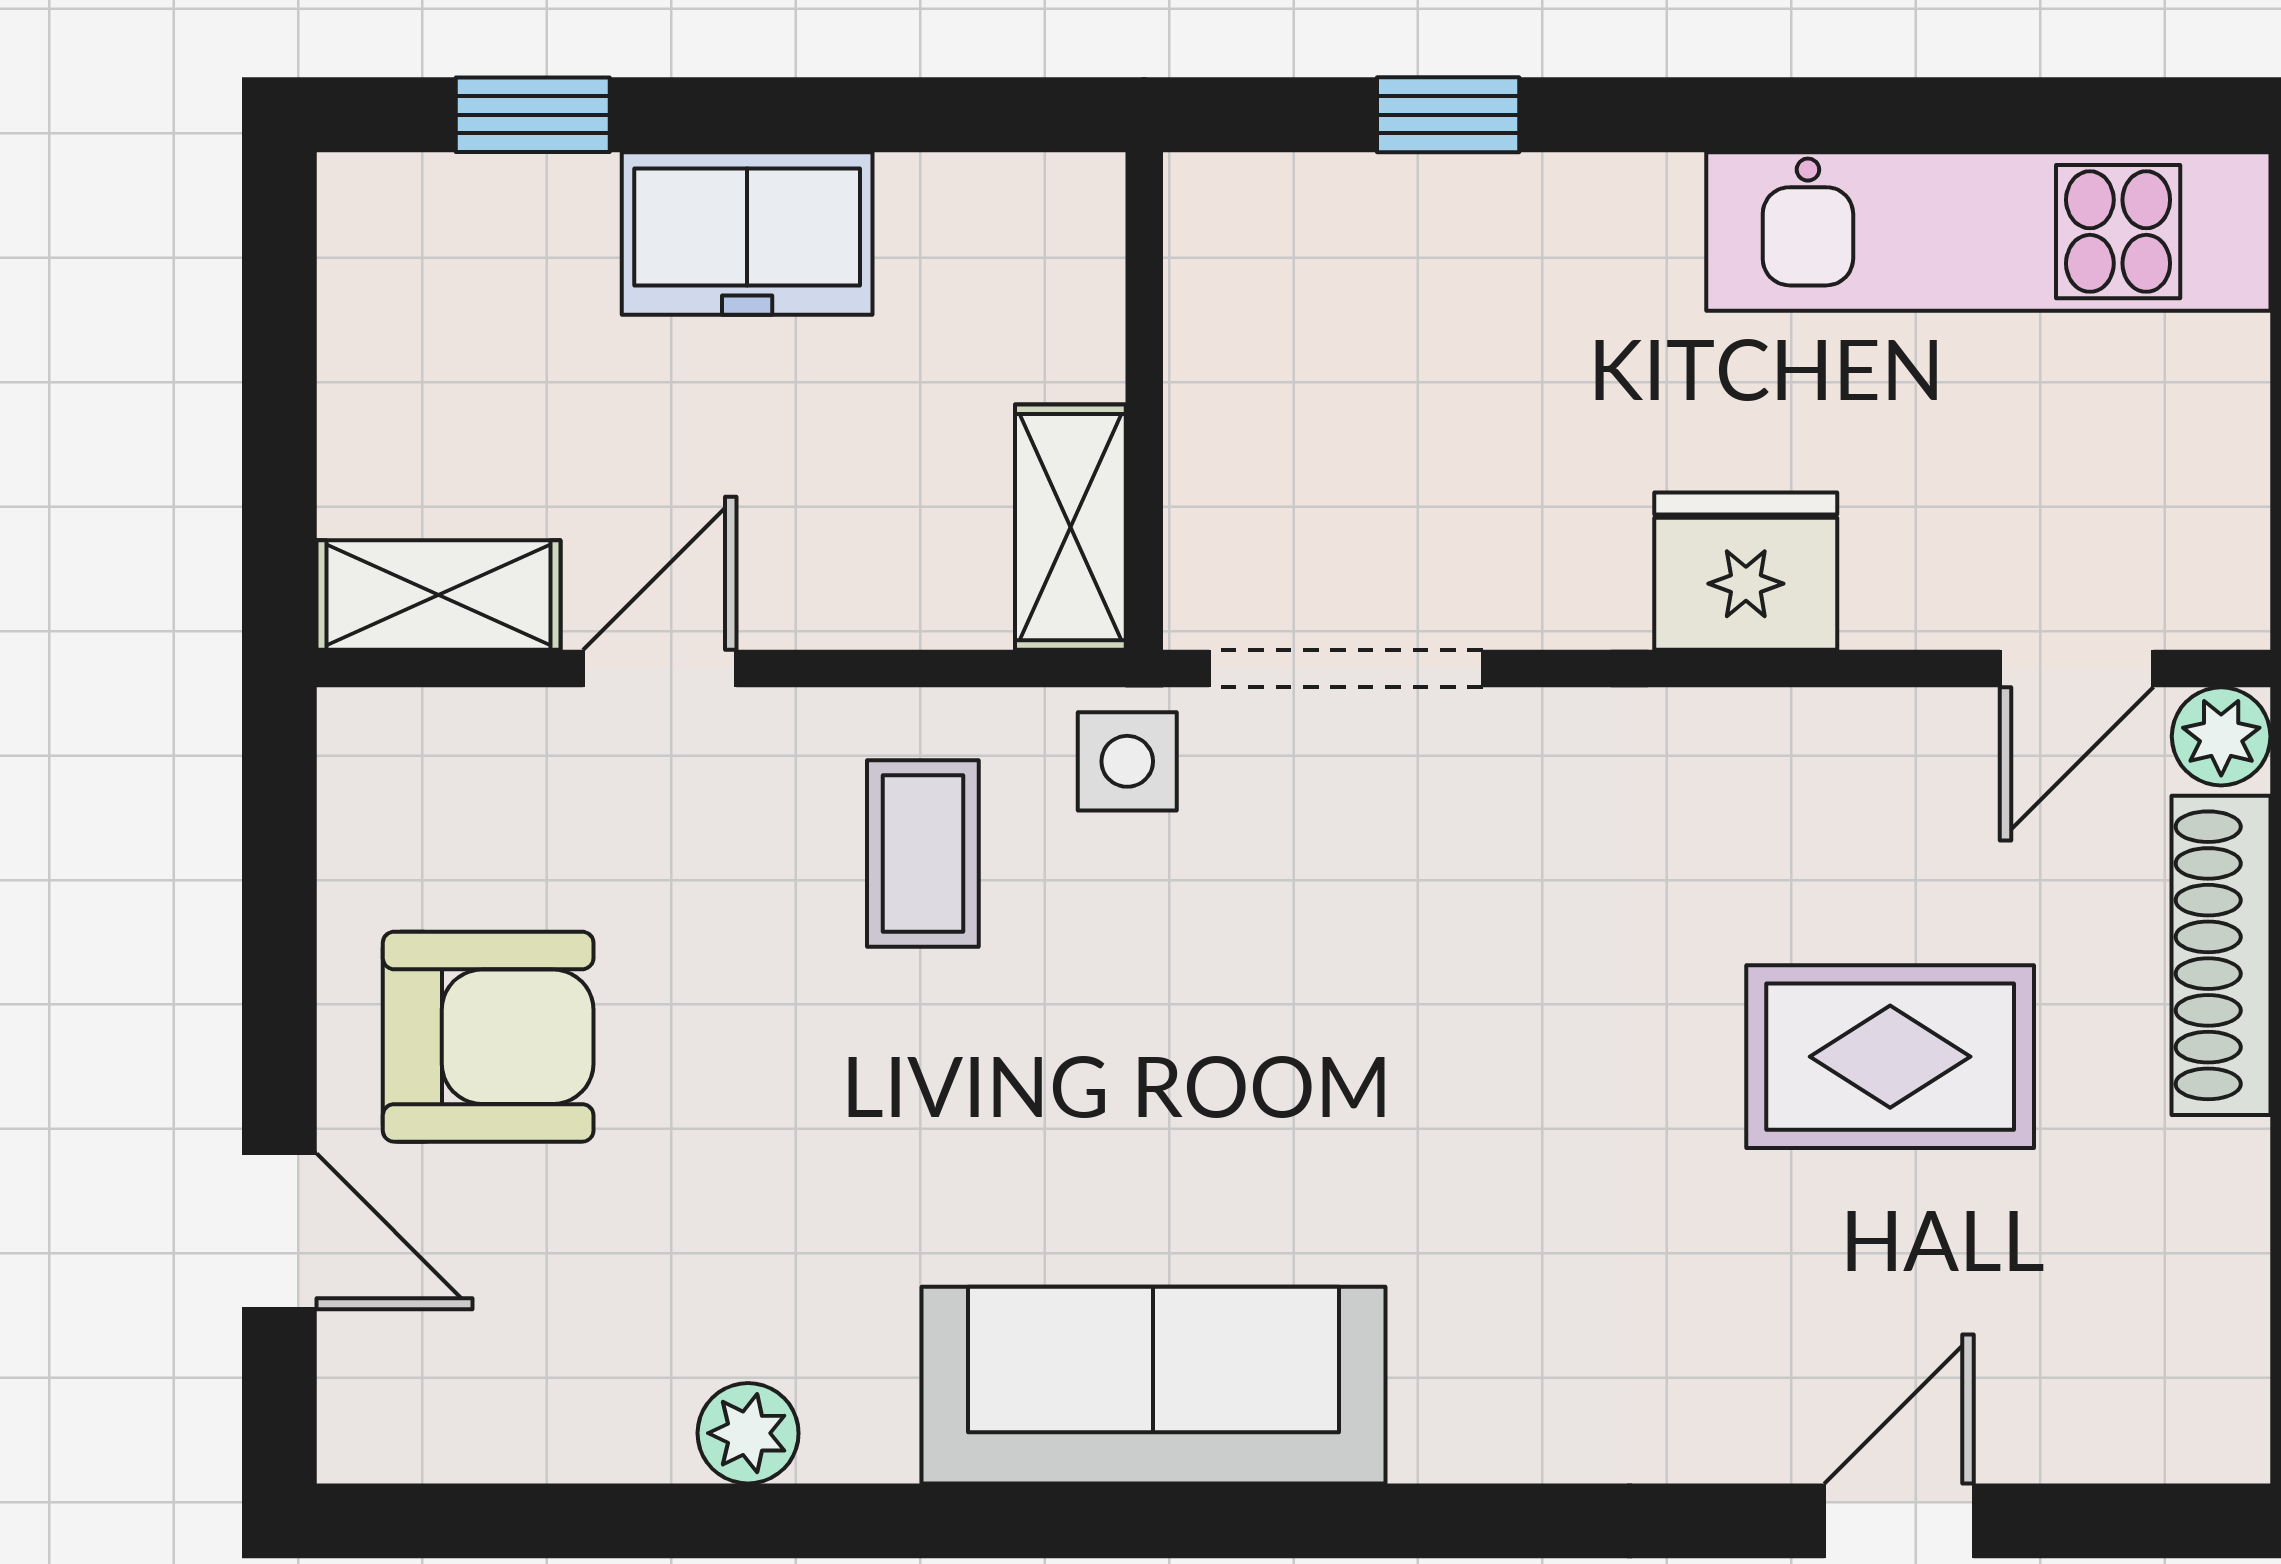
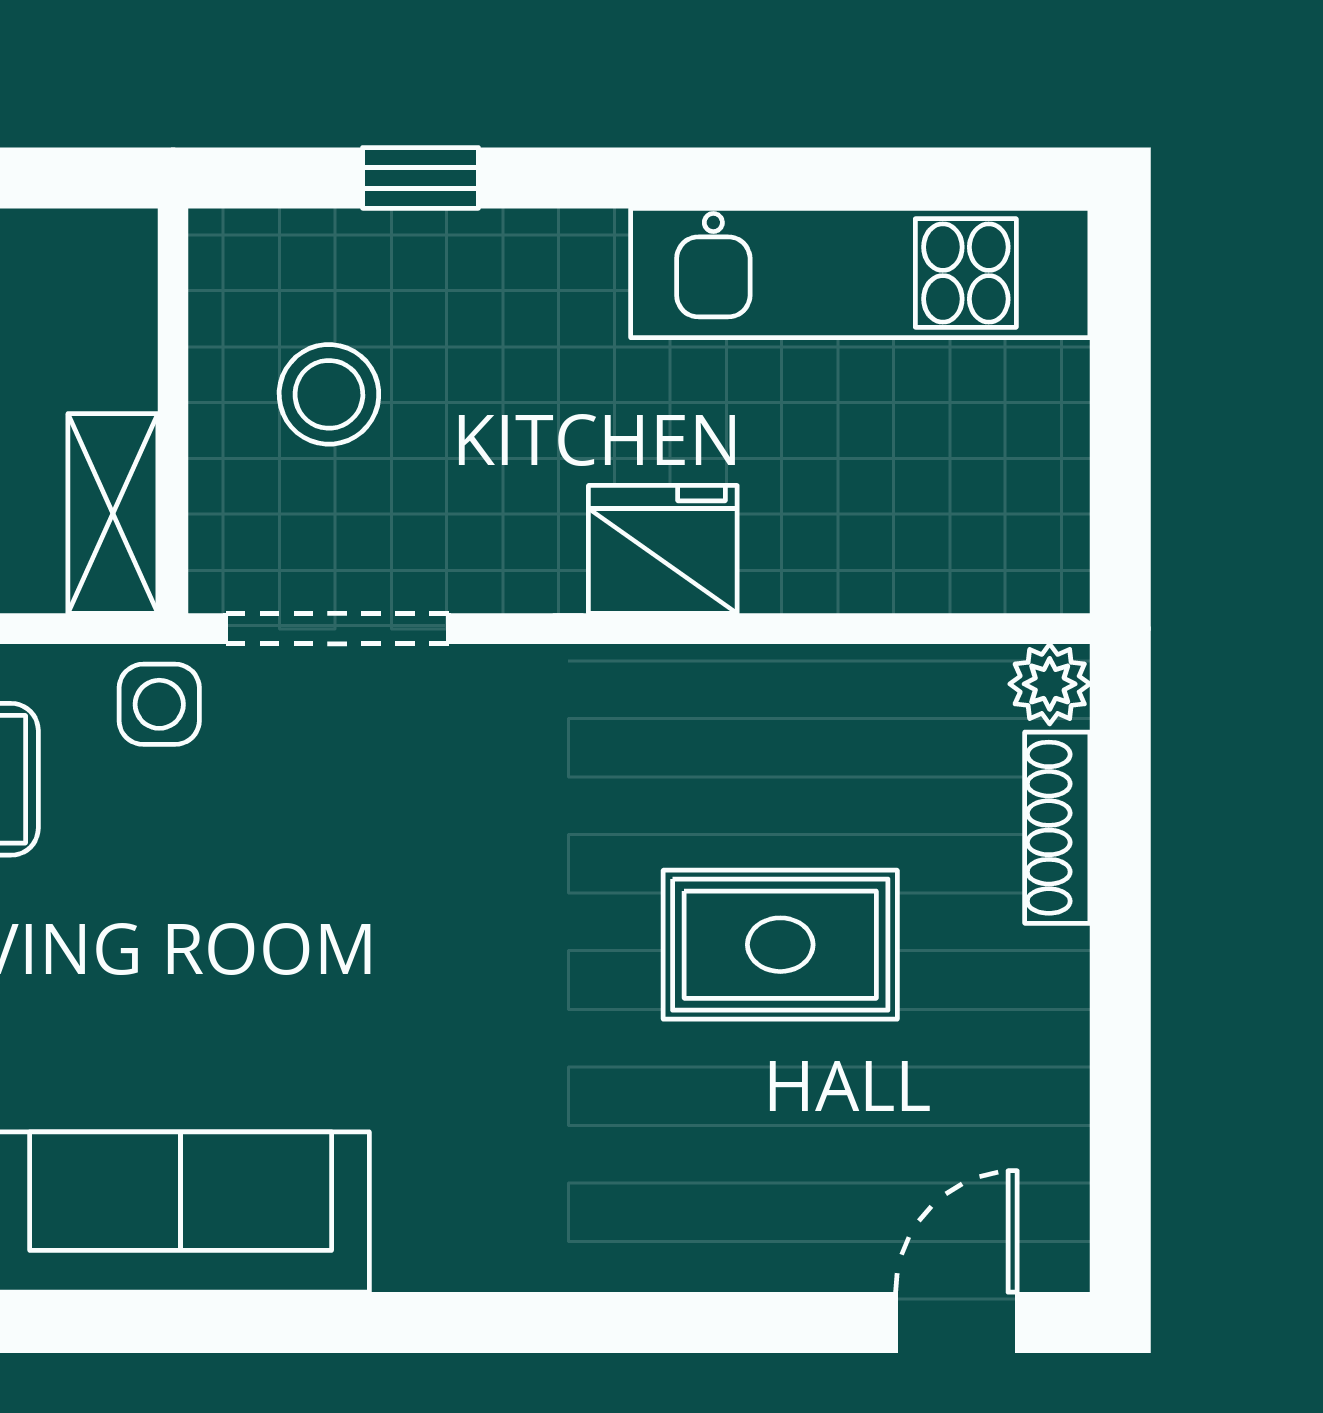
stool: (1336, 381) -> (329, 394), added
door: (2077, 668) -> (932, 629), removed
shoe rack: (2221, 955) -> (1057, 828), width x0.74, depth x0.81
door: (1899, 1521) -> (956, 1323), moved

